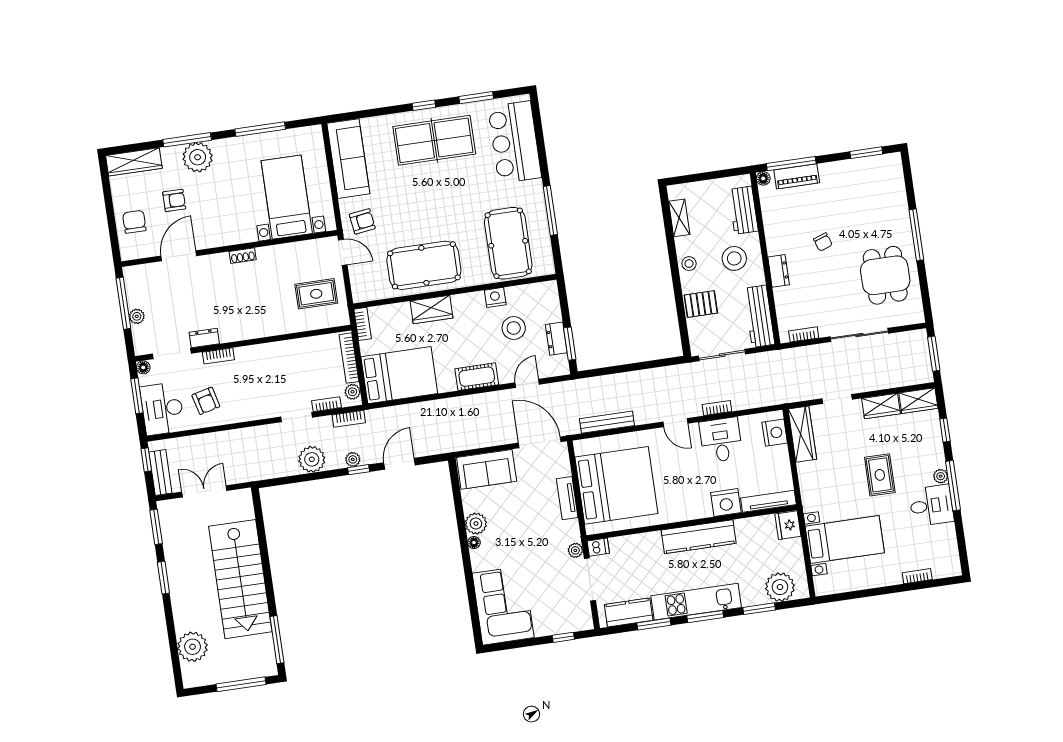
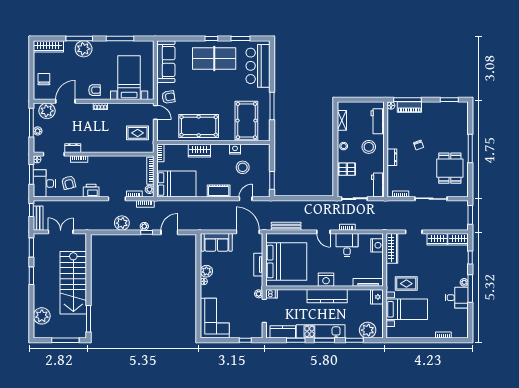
armchair: (174, 200) -> (94, 90), moved
plant: (148, 278) -> (47, 111), added
workbench: (759, 316) -> (378, 185), width x0.73
dresser: (556, 339) -> (265, 177), removed
printer: (248, 409) -> (91, 191), added
rug: (880, 475) -> (406, 284), moved, turned 90
nightstand: (726, 503) -> (326, 280), moved

